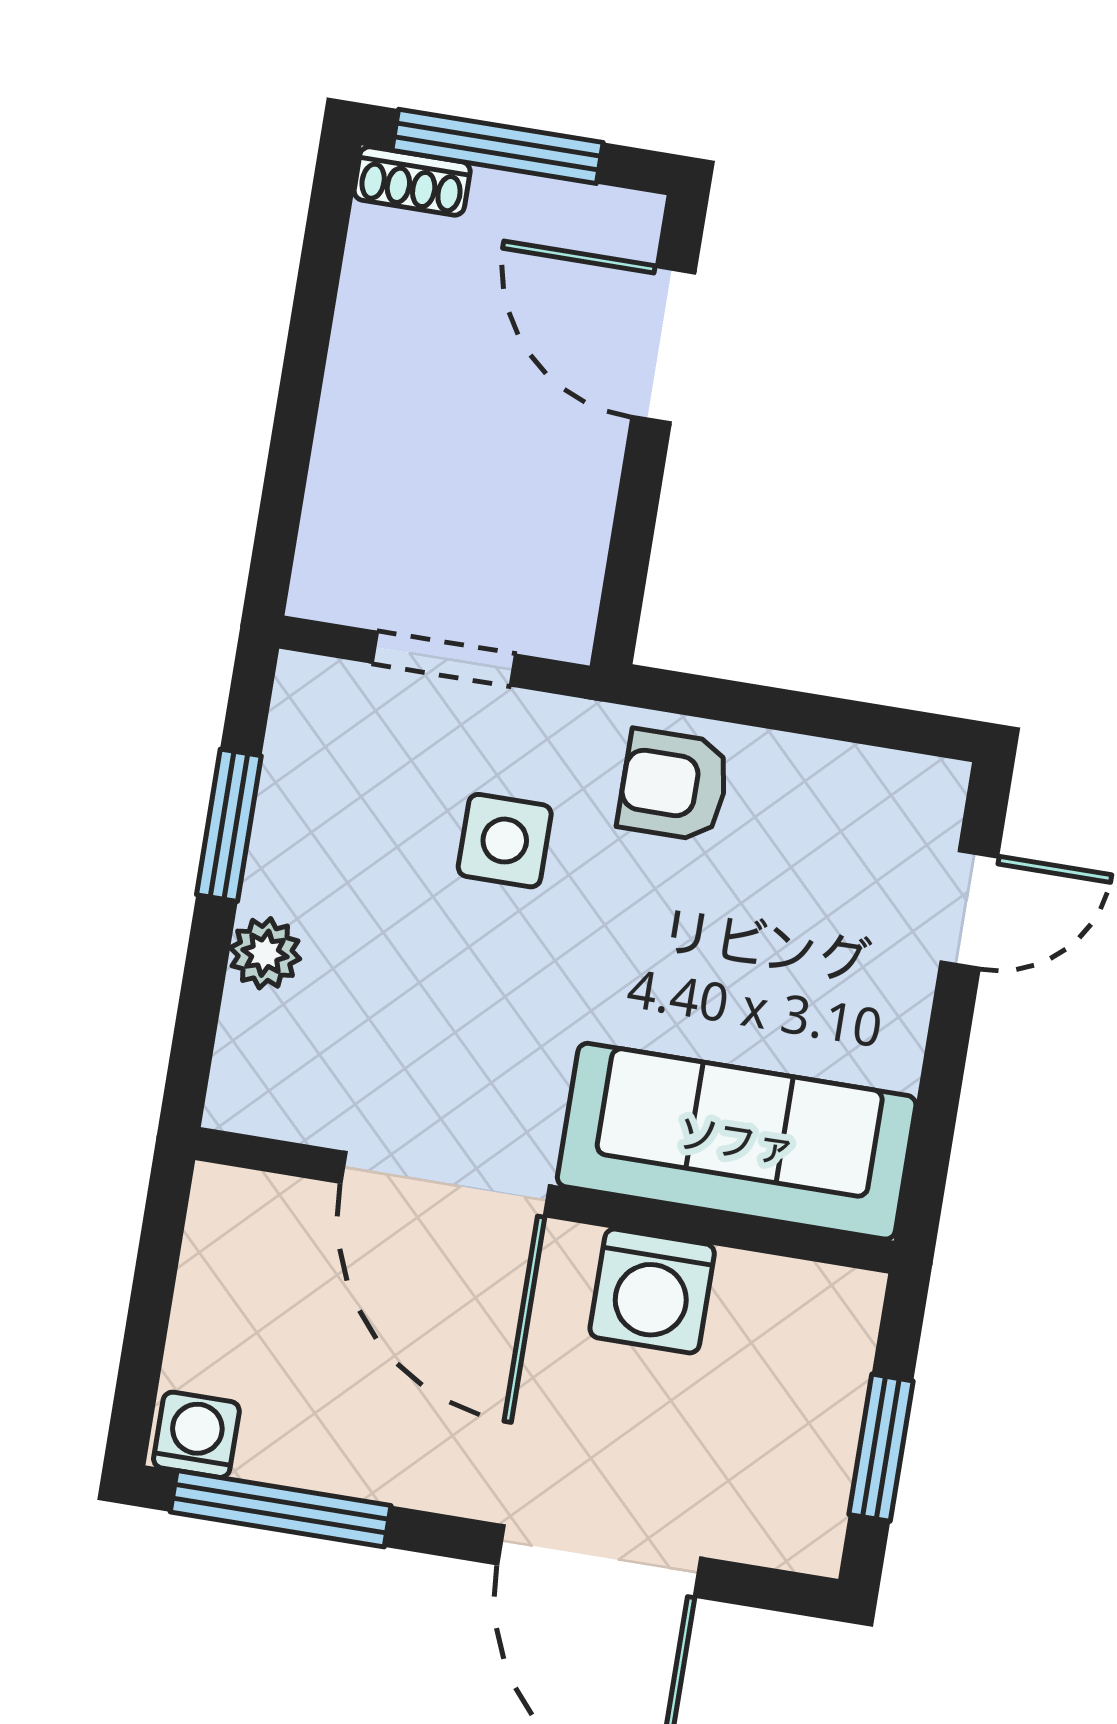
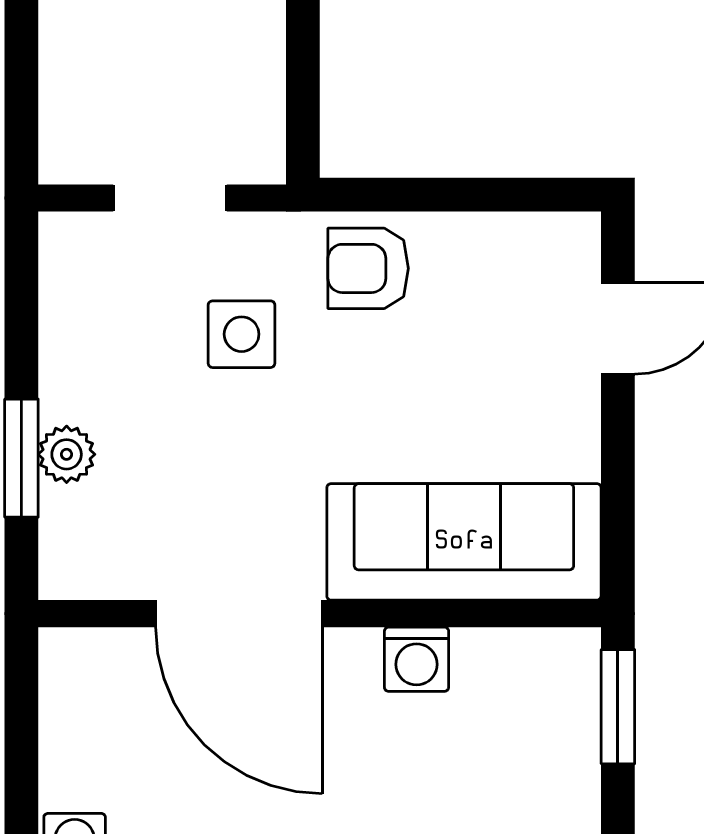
window: (229, 825) -> (21, 458), moved
washing machine: (652, 1291) -> (417, 659), width x0.73, depth x0.73
window: (881, 1448) -> (618, 707), moved

